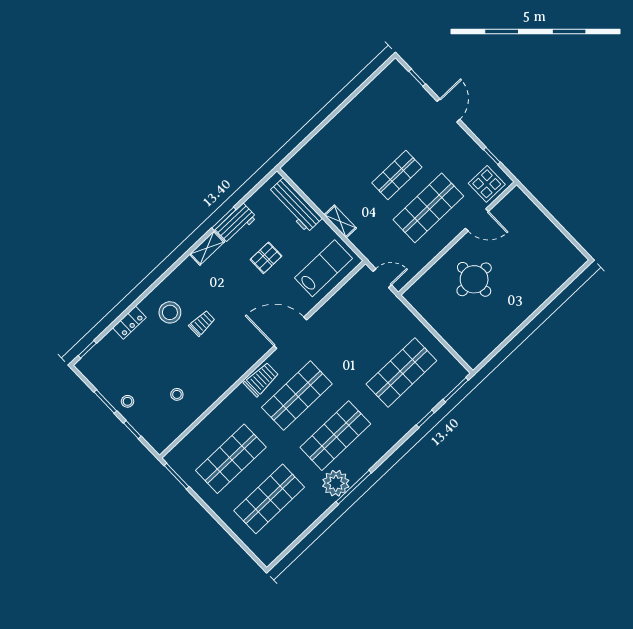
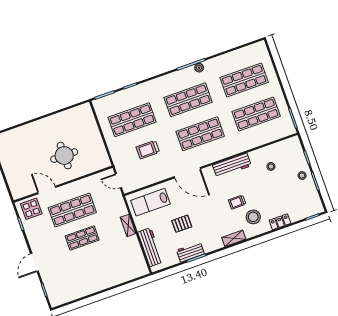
shelving: (207, 248) -> (234, 238), moved
workbench: (232, 371) -> (232, 165), added
trolley: (261, 379) -> (148, 150), moved
plant: (336, 483) -> (199, 68), width x0.53, depth x0.53

